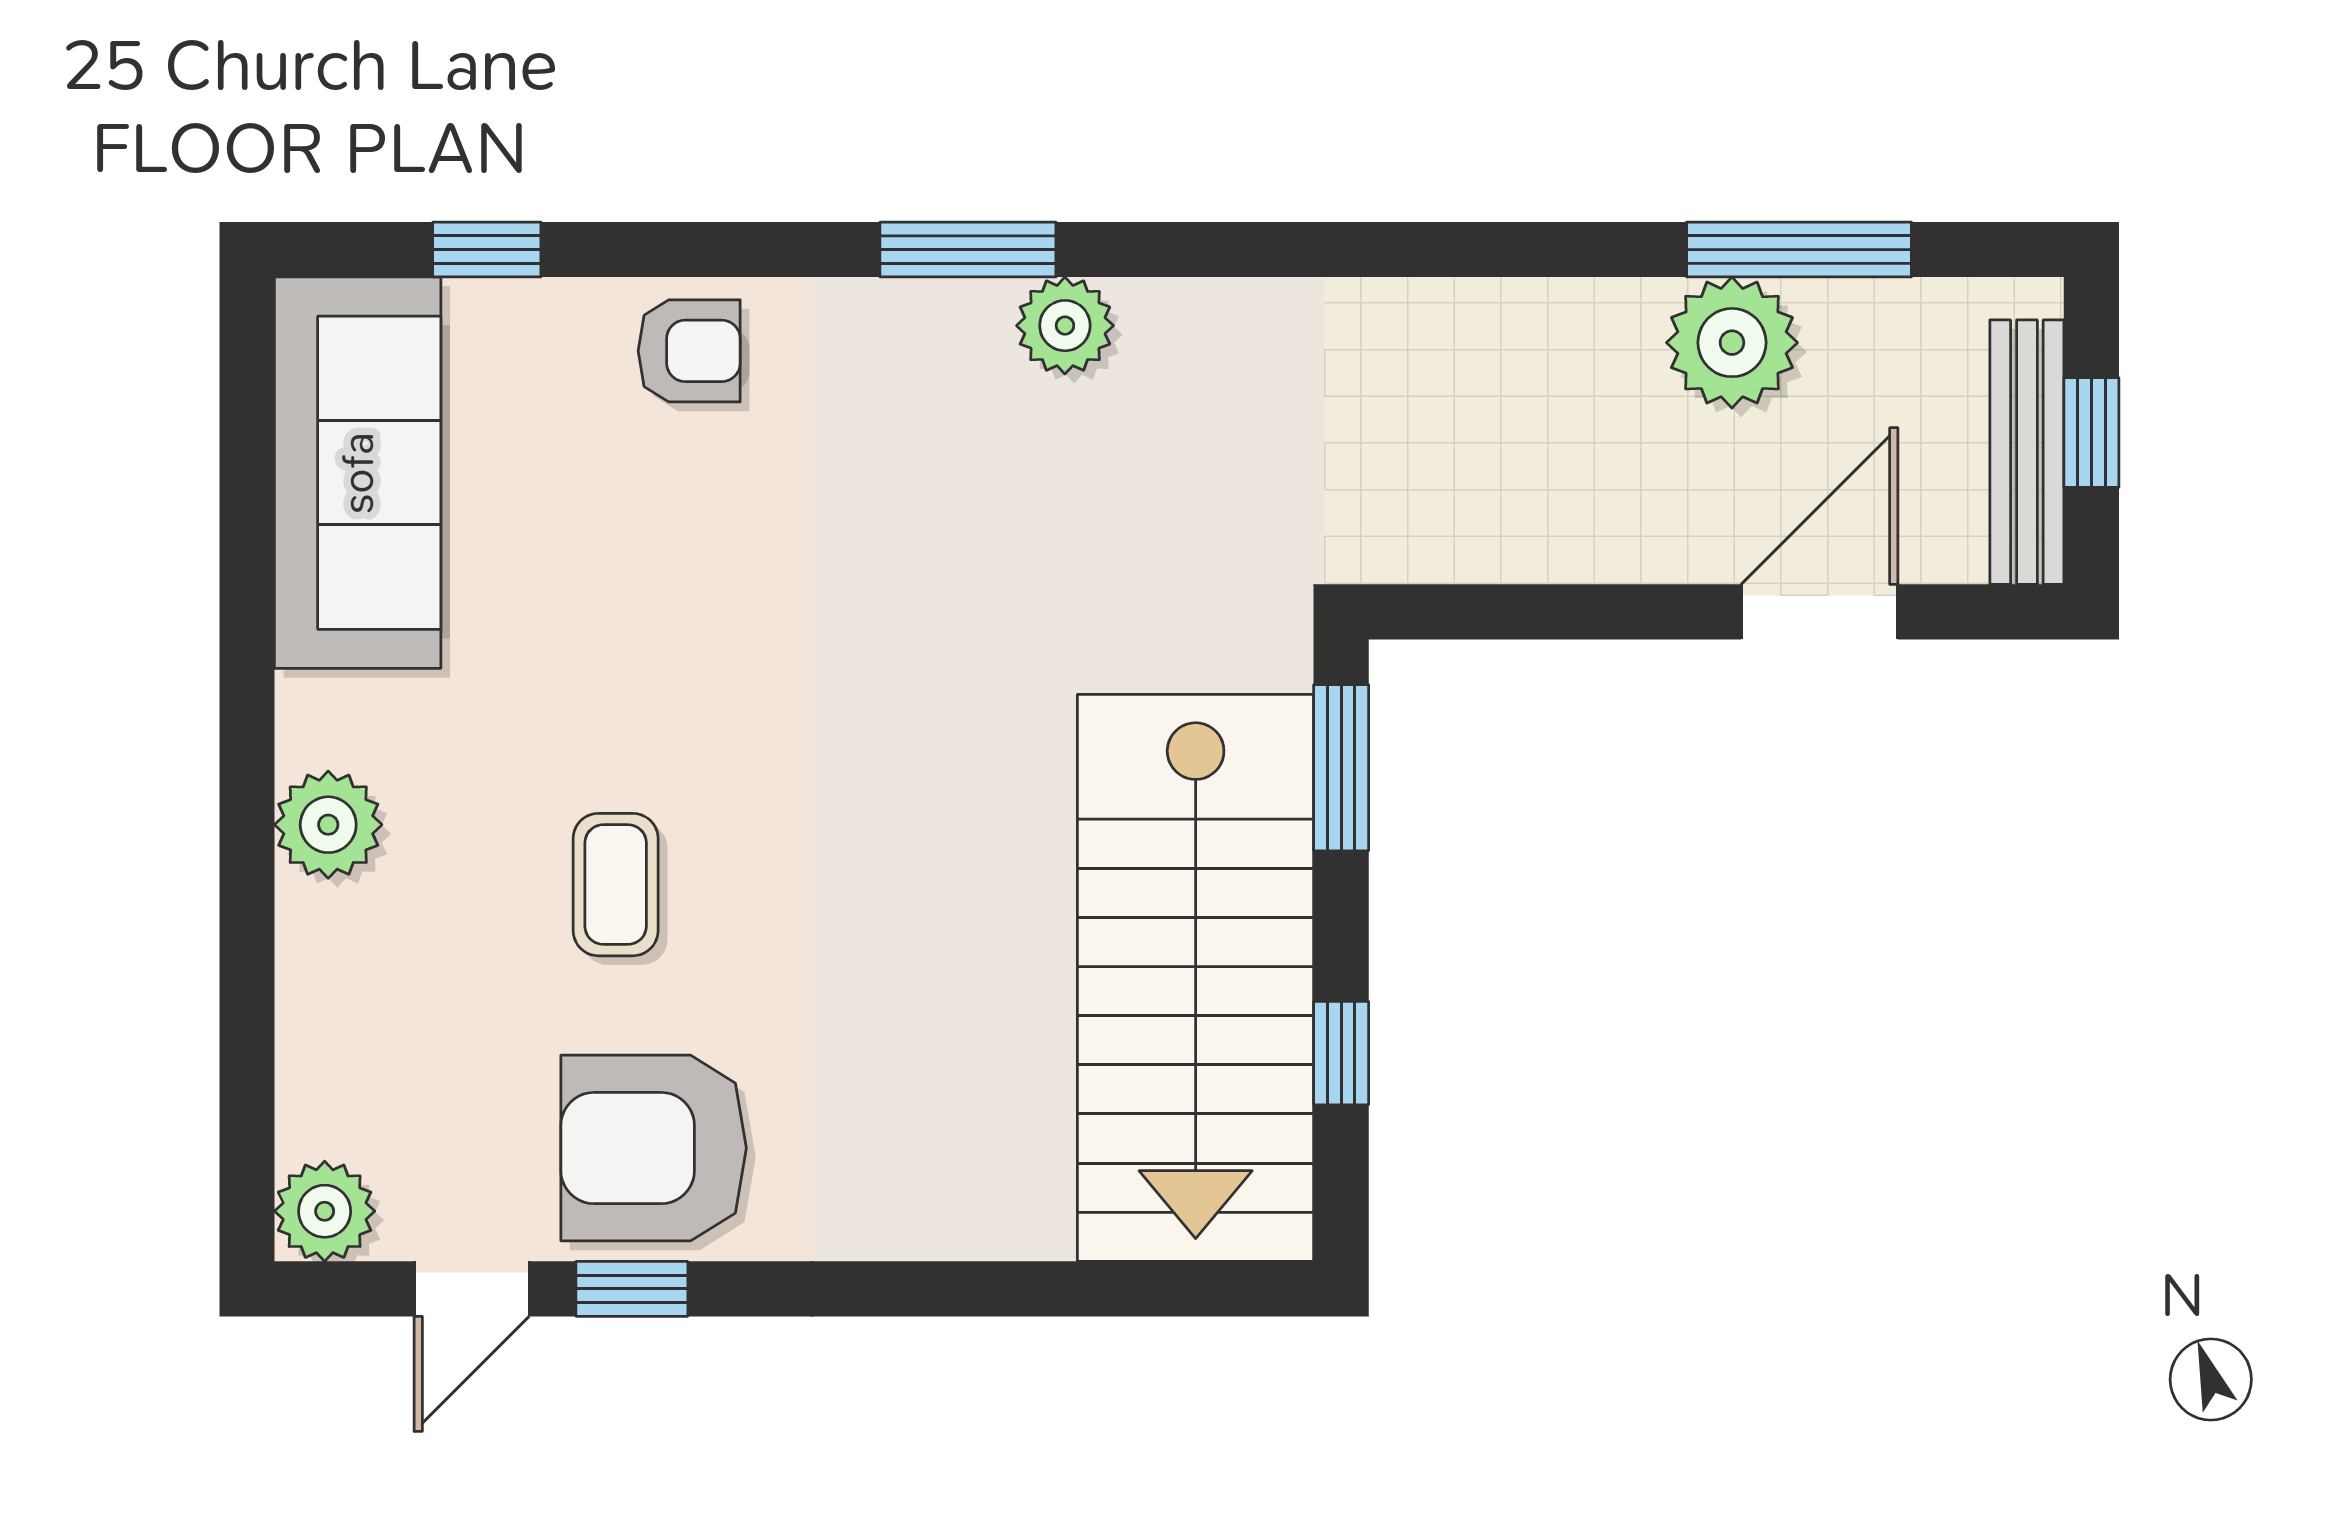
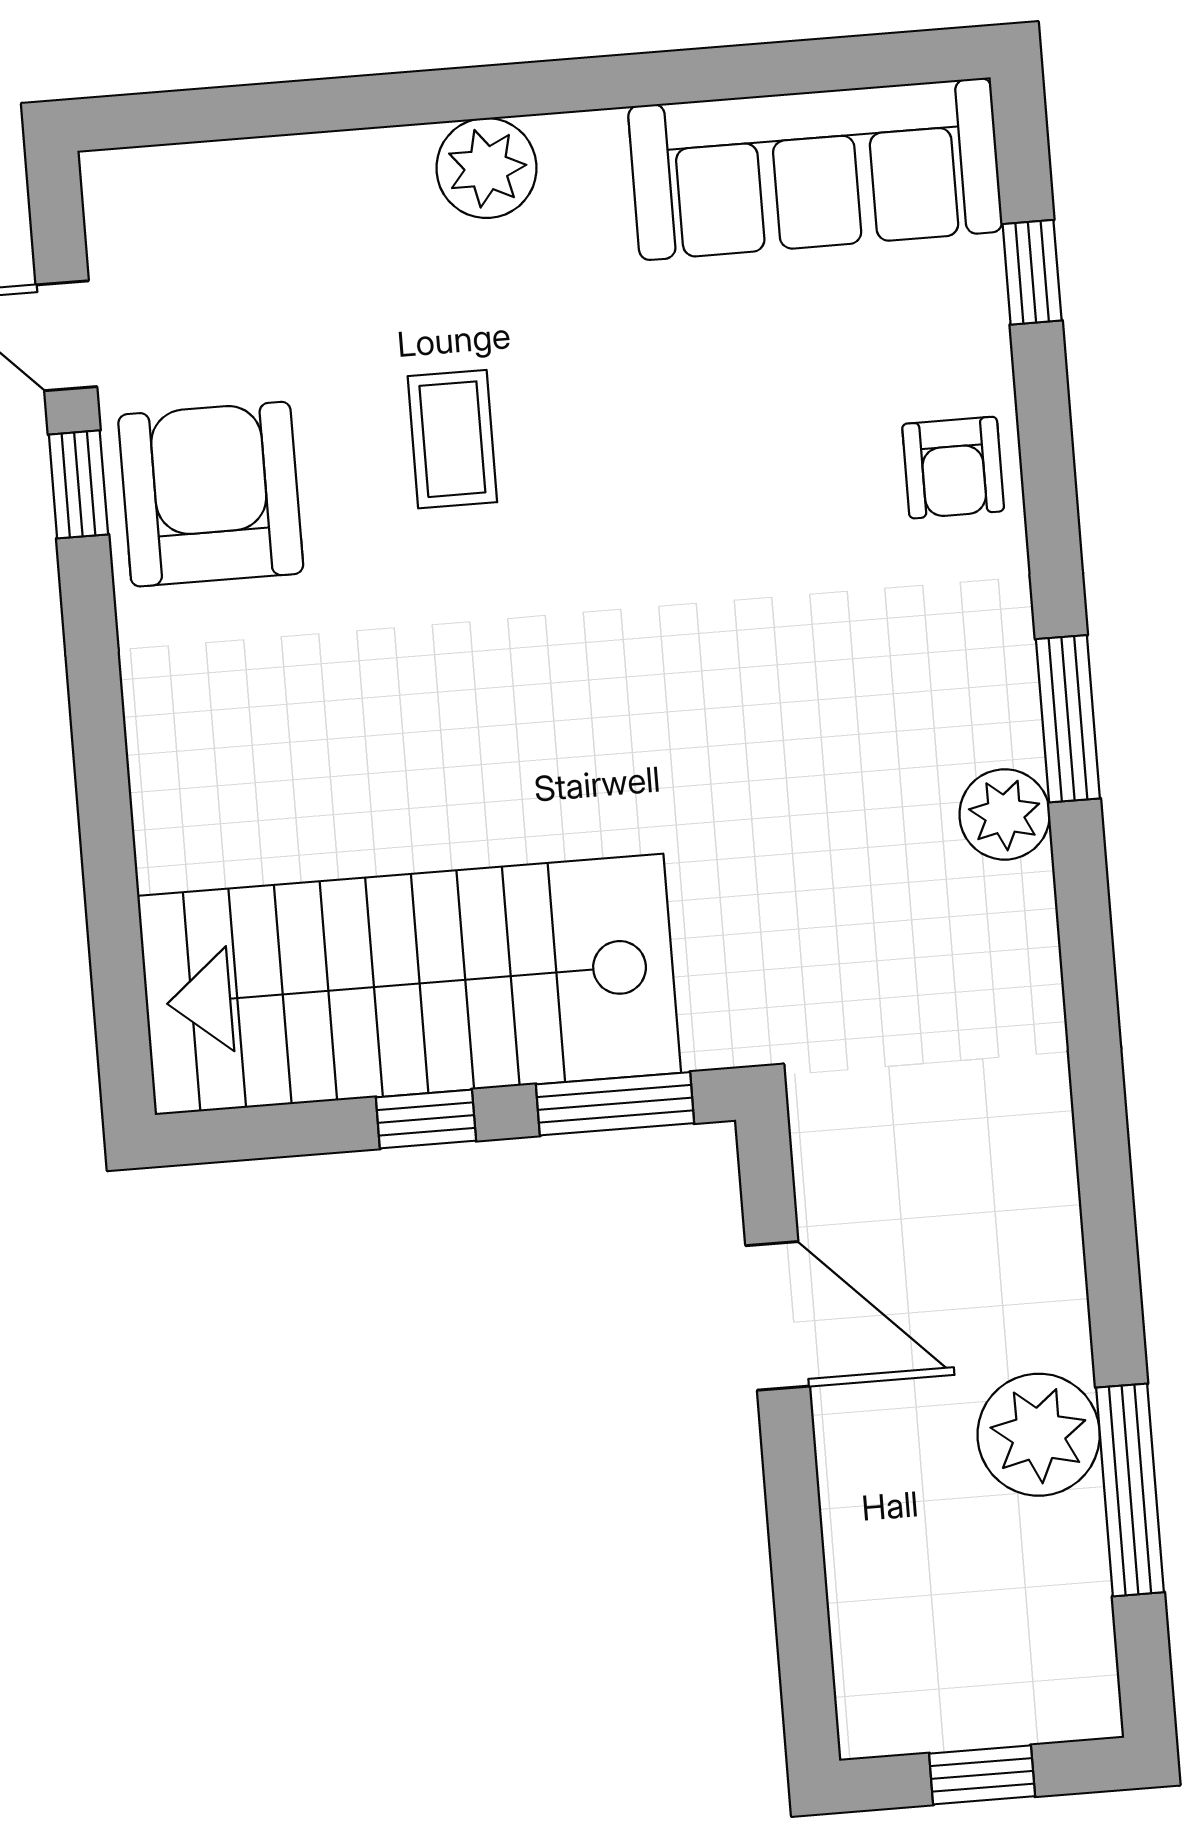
bench: (2027, 452) -> (959, 1717), removed
door: (1820, 612) -> (778, 1316), moved
coffee table: (616, 885) -> (452, 439), turned 90
window: (1341, 1053) -> (426, 1119), moved
plant: (325, 1211) -> (128, 194), removed

